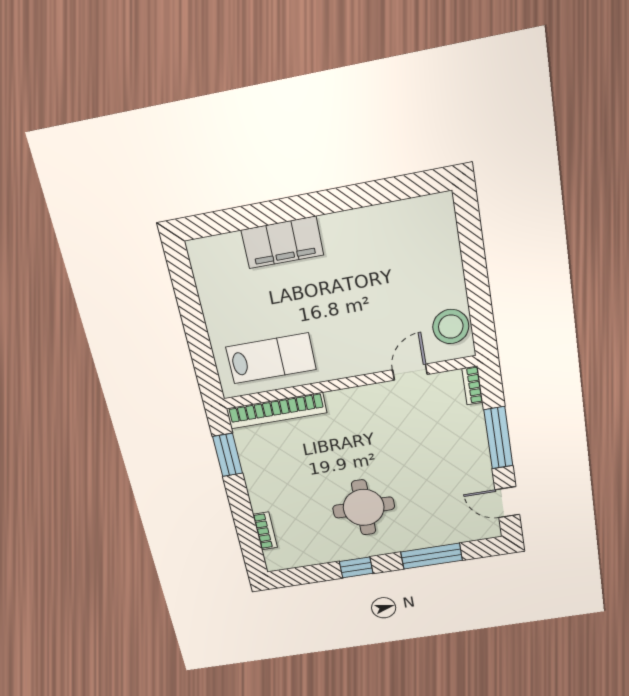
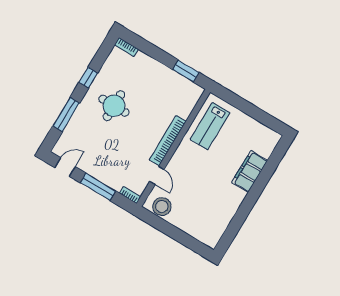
bookcase: (277, 411) -> (168, 141), moved
bookcase: (265, 531) -> (126, 47), moved

